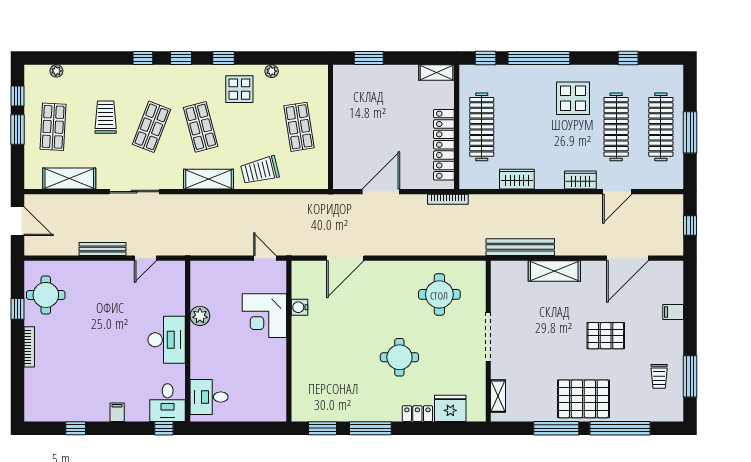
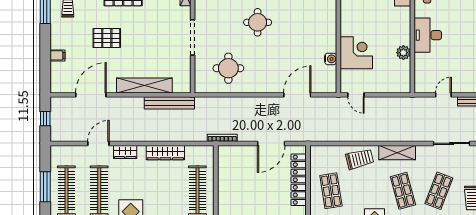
locker: (444, 145) -> (299, 180), moved, turned 180
wardrobe: (517, 179) -> (165, 153), width x1.50
shelving: (554, 271) -> (144, 85), width x1.47

